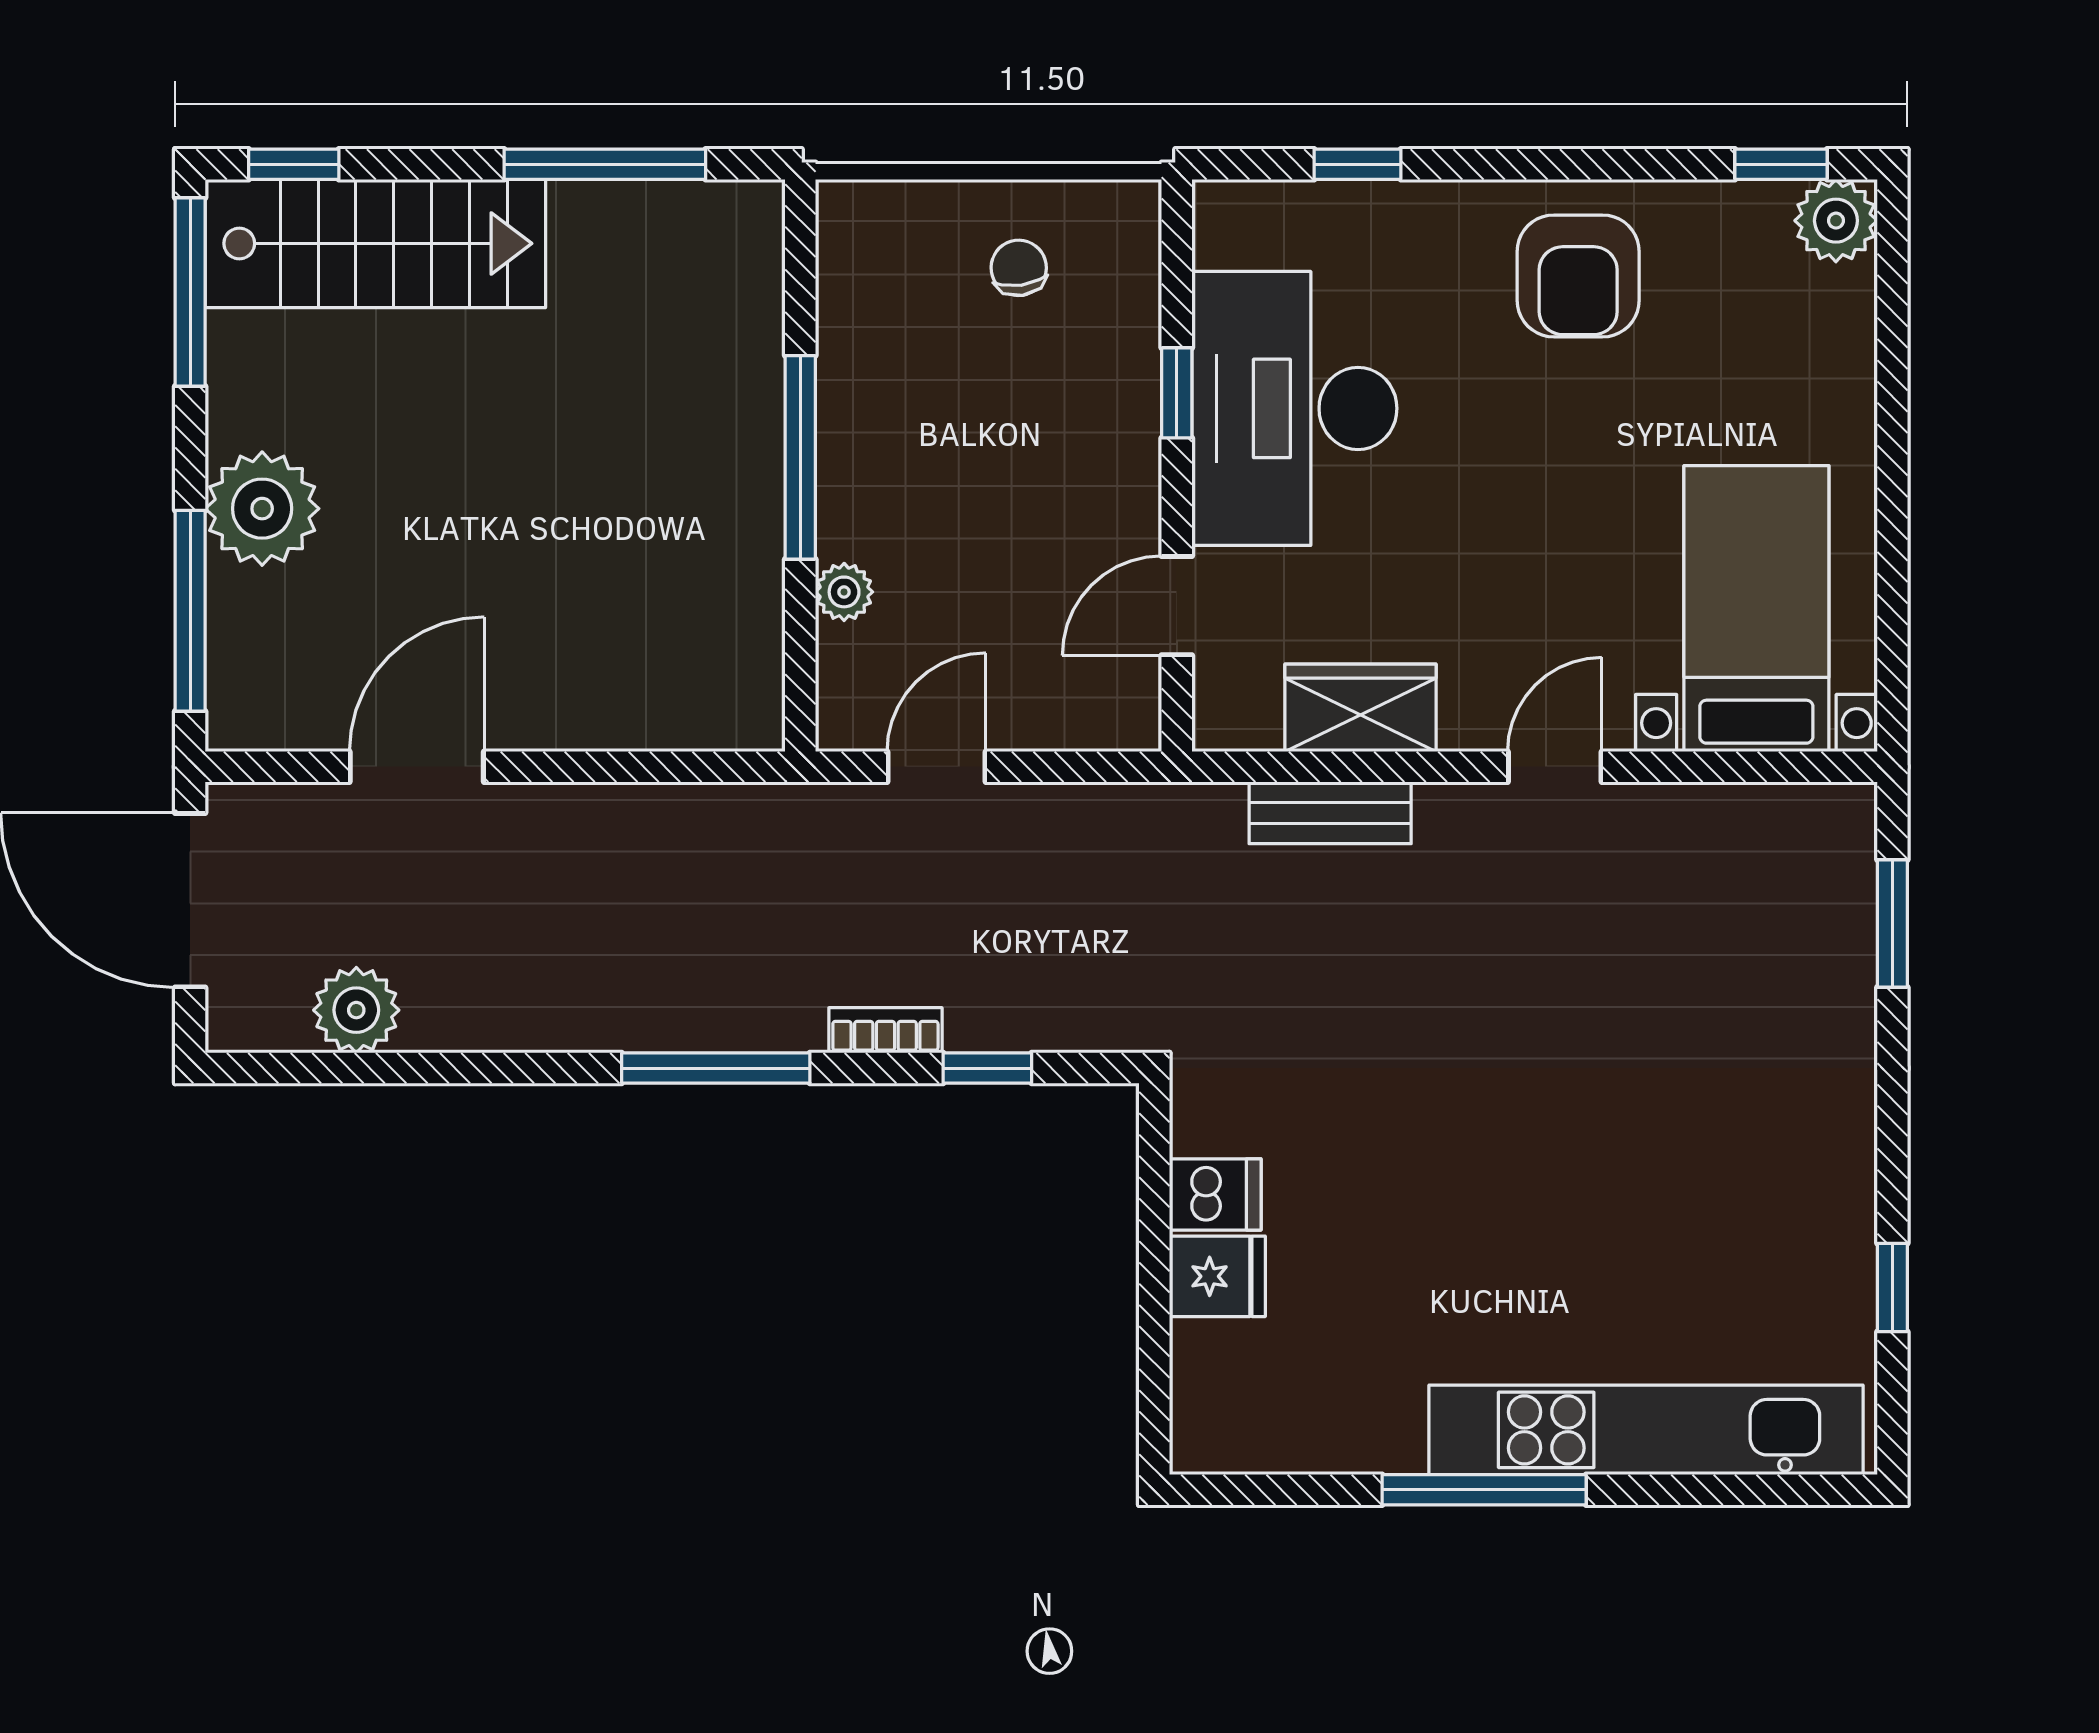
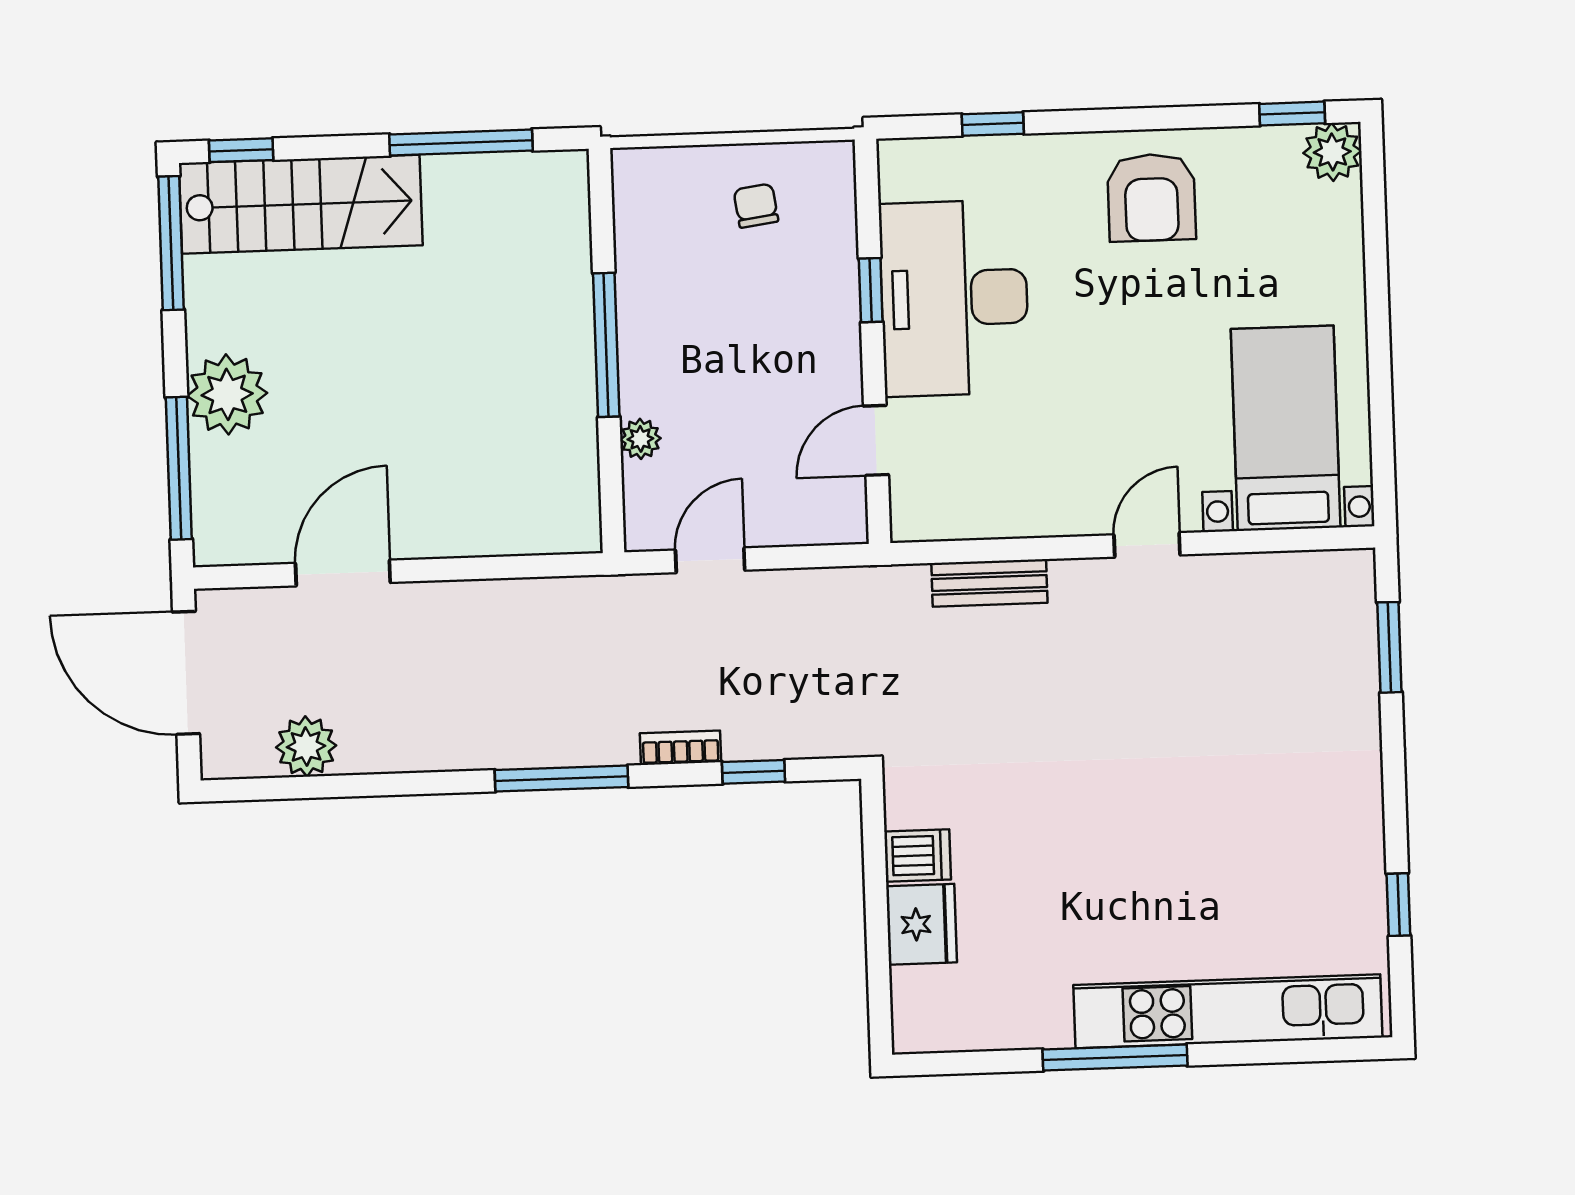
wardrobe: (1360, 708) -> (1008, 508), removed
fridge: (1217, 1276) -> (922, 924), width x1.38

